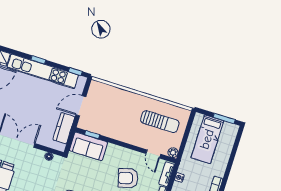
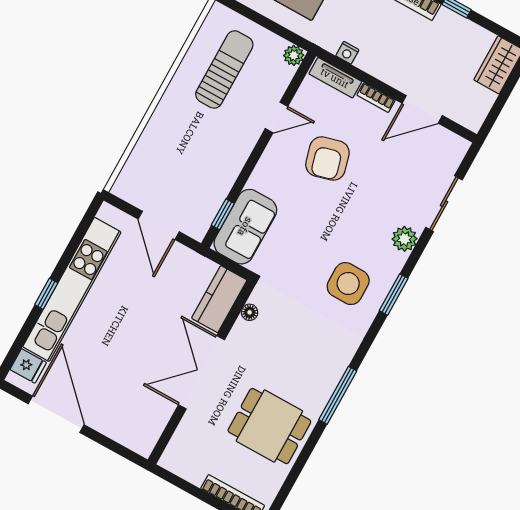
window: (75, 72) -> (86, 222), removed
kitchen counter: (64, 128) -> (219, 299), moved, turned 90
door: (153, 154) -> (276, 118), moved

